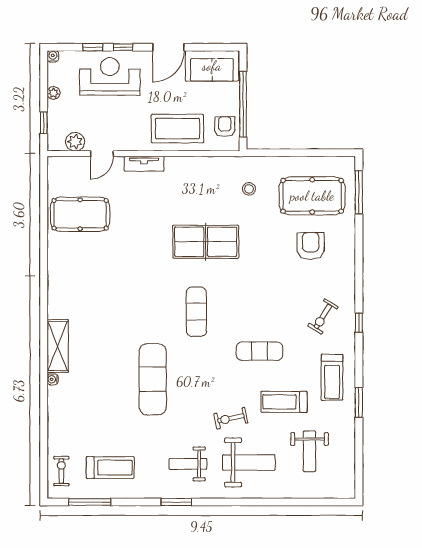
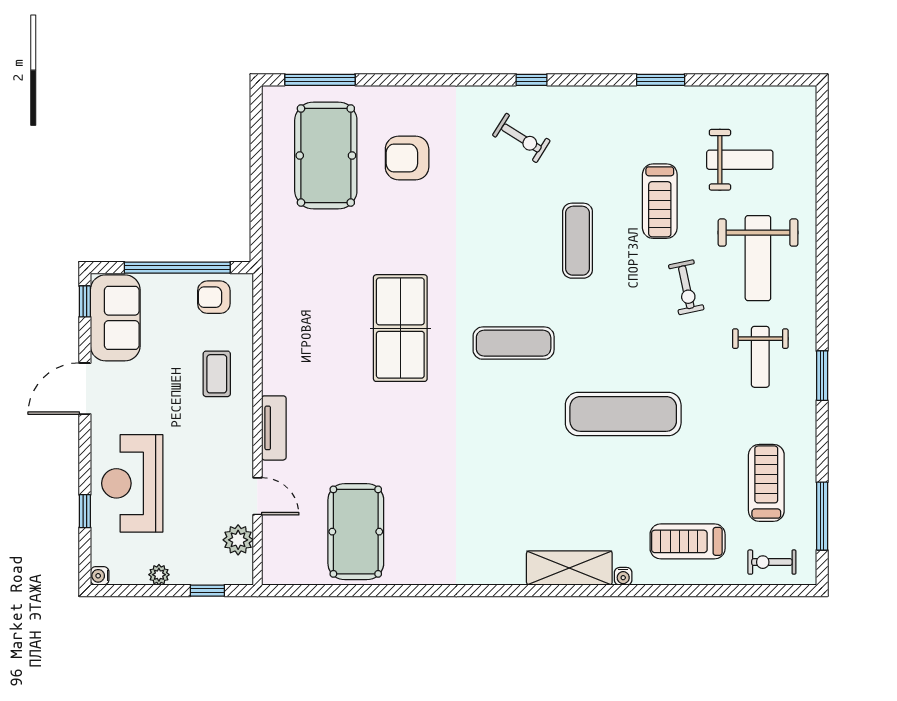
window: (123, 47) -> (85, 301), moved
door: (168, 47) -> (85, 389), swing flipped
coffee table: (177, 129) -> (217, 374), width x0.54, depth x0.58
stool: (249, 189) -> (315, 258), removed
treadmill: (332, 377) -> (688, 541), moved, turned 180
weight bench: (249, 462) -> (758, 258), turned 180

